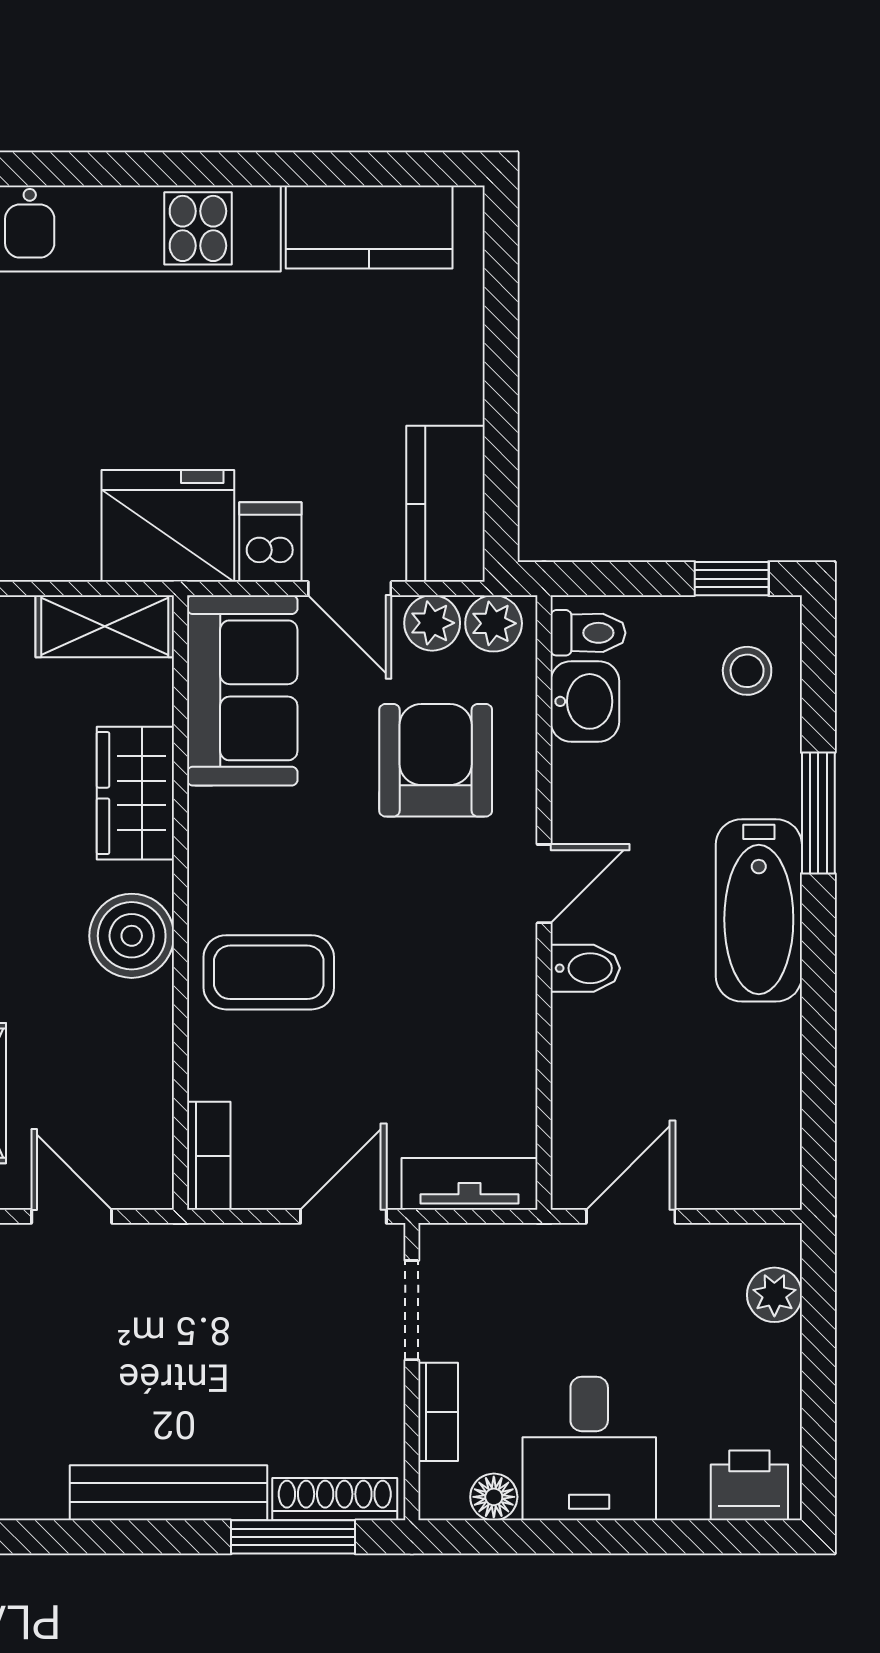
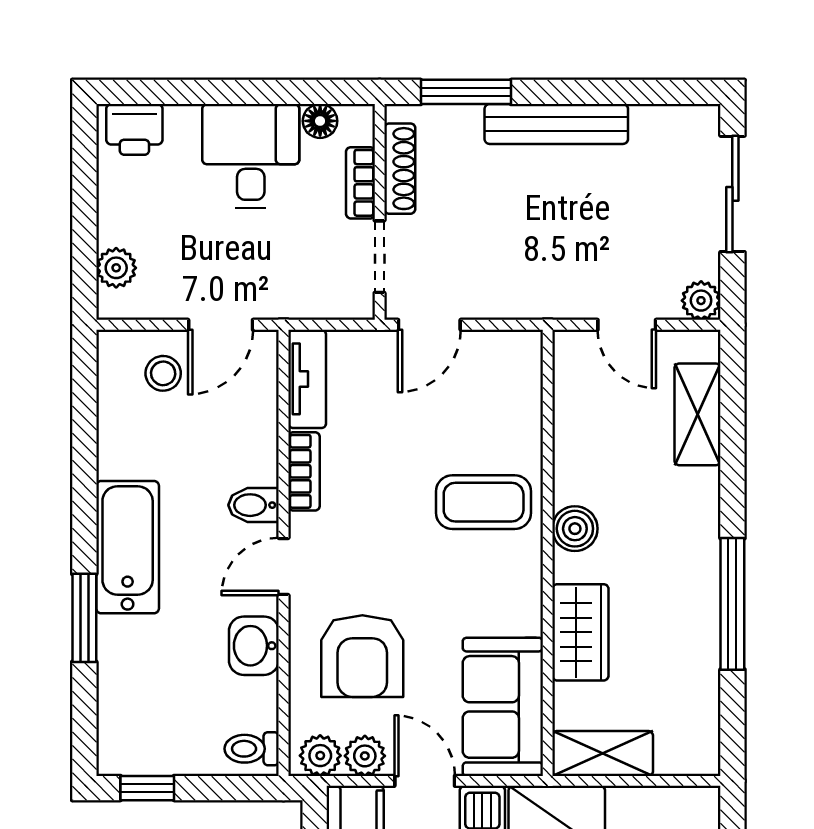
stool: (747, 671) -> (163, 373), moved
washbasin: (585, 701) -> (254, 646), moved
boiler: (132, 936) -> (575, 529), width x0.73, depth x0.73
bookcase: (209, 1156) -> (304, 471), moved, turned 180
tv unit: (470, 1184) -> (307, 379), moved, turned -90
shoe rack: (335, 1499) -> (400, 169), moved, turned -90

